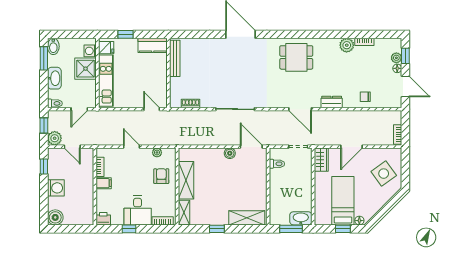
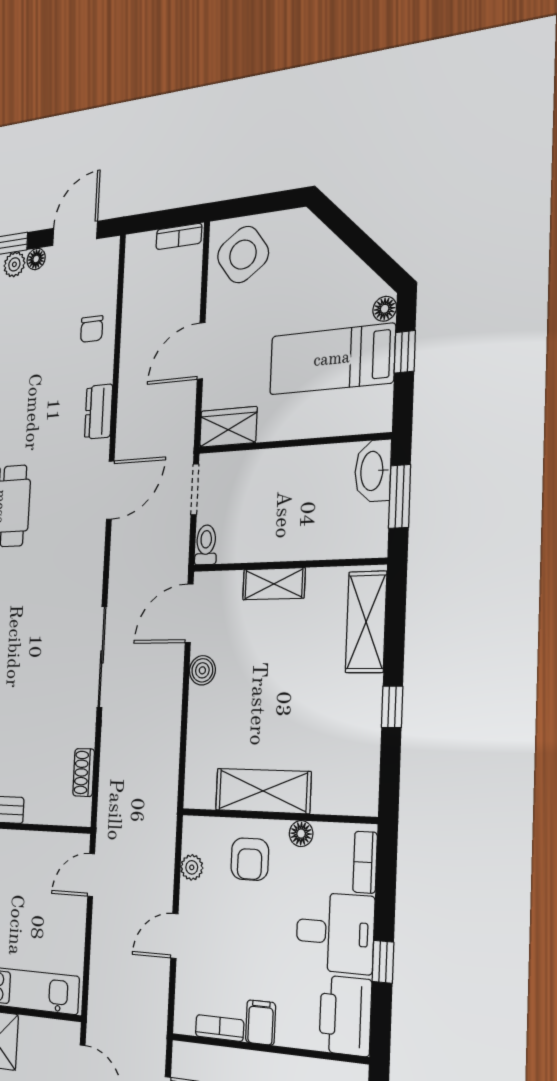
door: (351, 147) -> (201, 351), swing flipped
toilet: (277, 164) -> (206, 545), moved
side table: (384, 174) -> (243, 255), moved
armchair: (161, 176) -> (250, 859), turned -90
floor lamp: (171, 196) -> (301, 834), added
shelving: (184, 212) -> (274, 584), moved
printer: (103, 219) -> (345, 1016), width x1.87, depth x1.48

